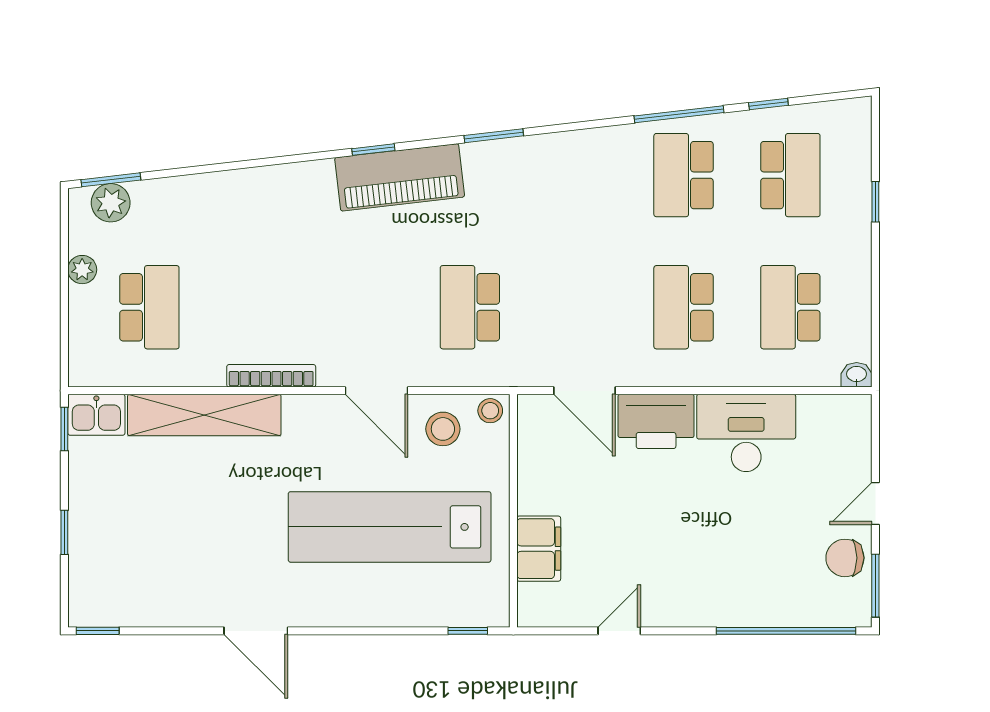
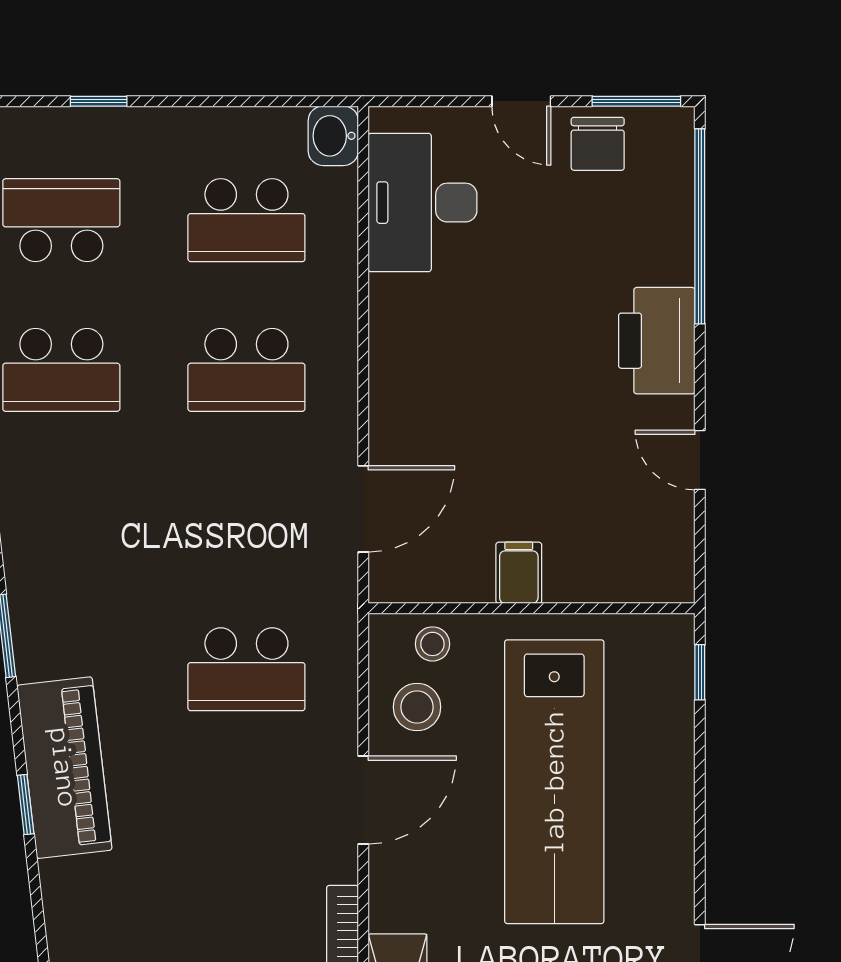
washbasin: (857, 375) -> (333, 136), width x1.38, depth x1.45
stool: (490, 411) -> (432, 644), moved
printer: (656, 421) -> (657, 341), moved, turned 180
desk: (746, 433) -> (423, 203), moved
filing cabinet: (539, 549) -> (519, 573), moved, width x0.50

